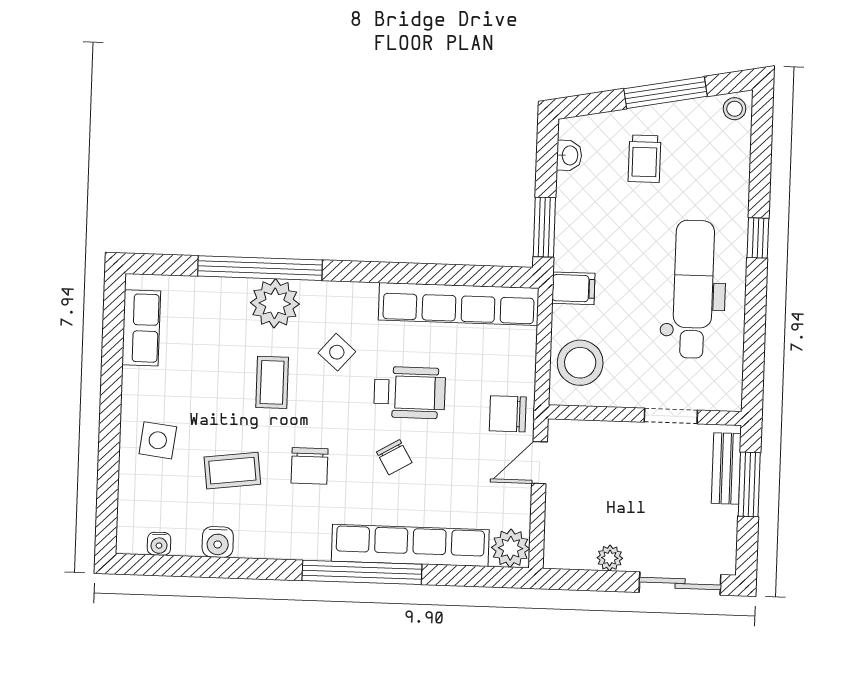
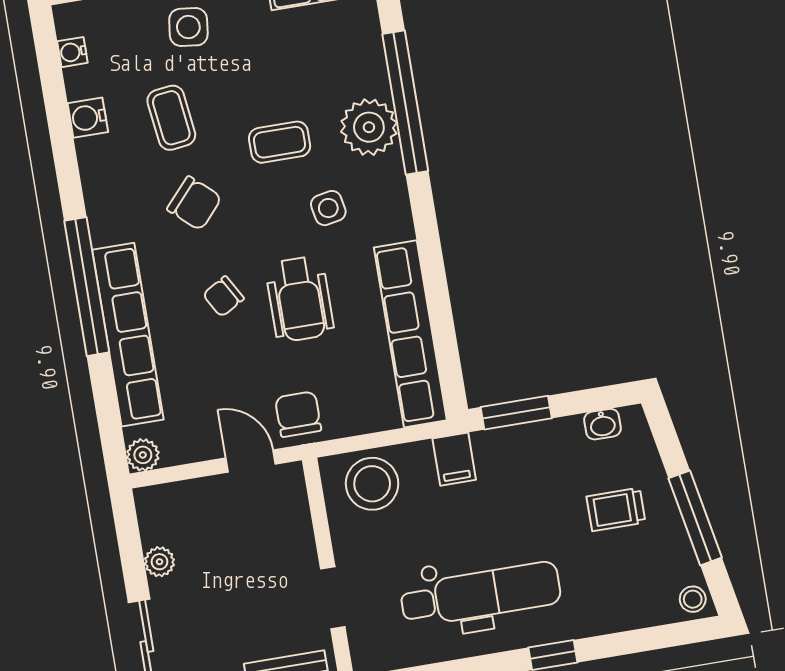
side table: (337, 352) -> (328, 208), turned 38
chair: (310, 466) -> (194, 203), turned -138
plant: (510, 548) -> (143, 455), width x0.73, depth x0.73

